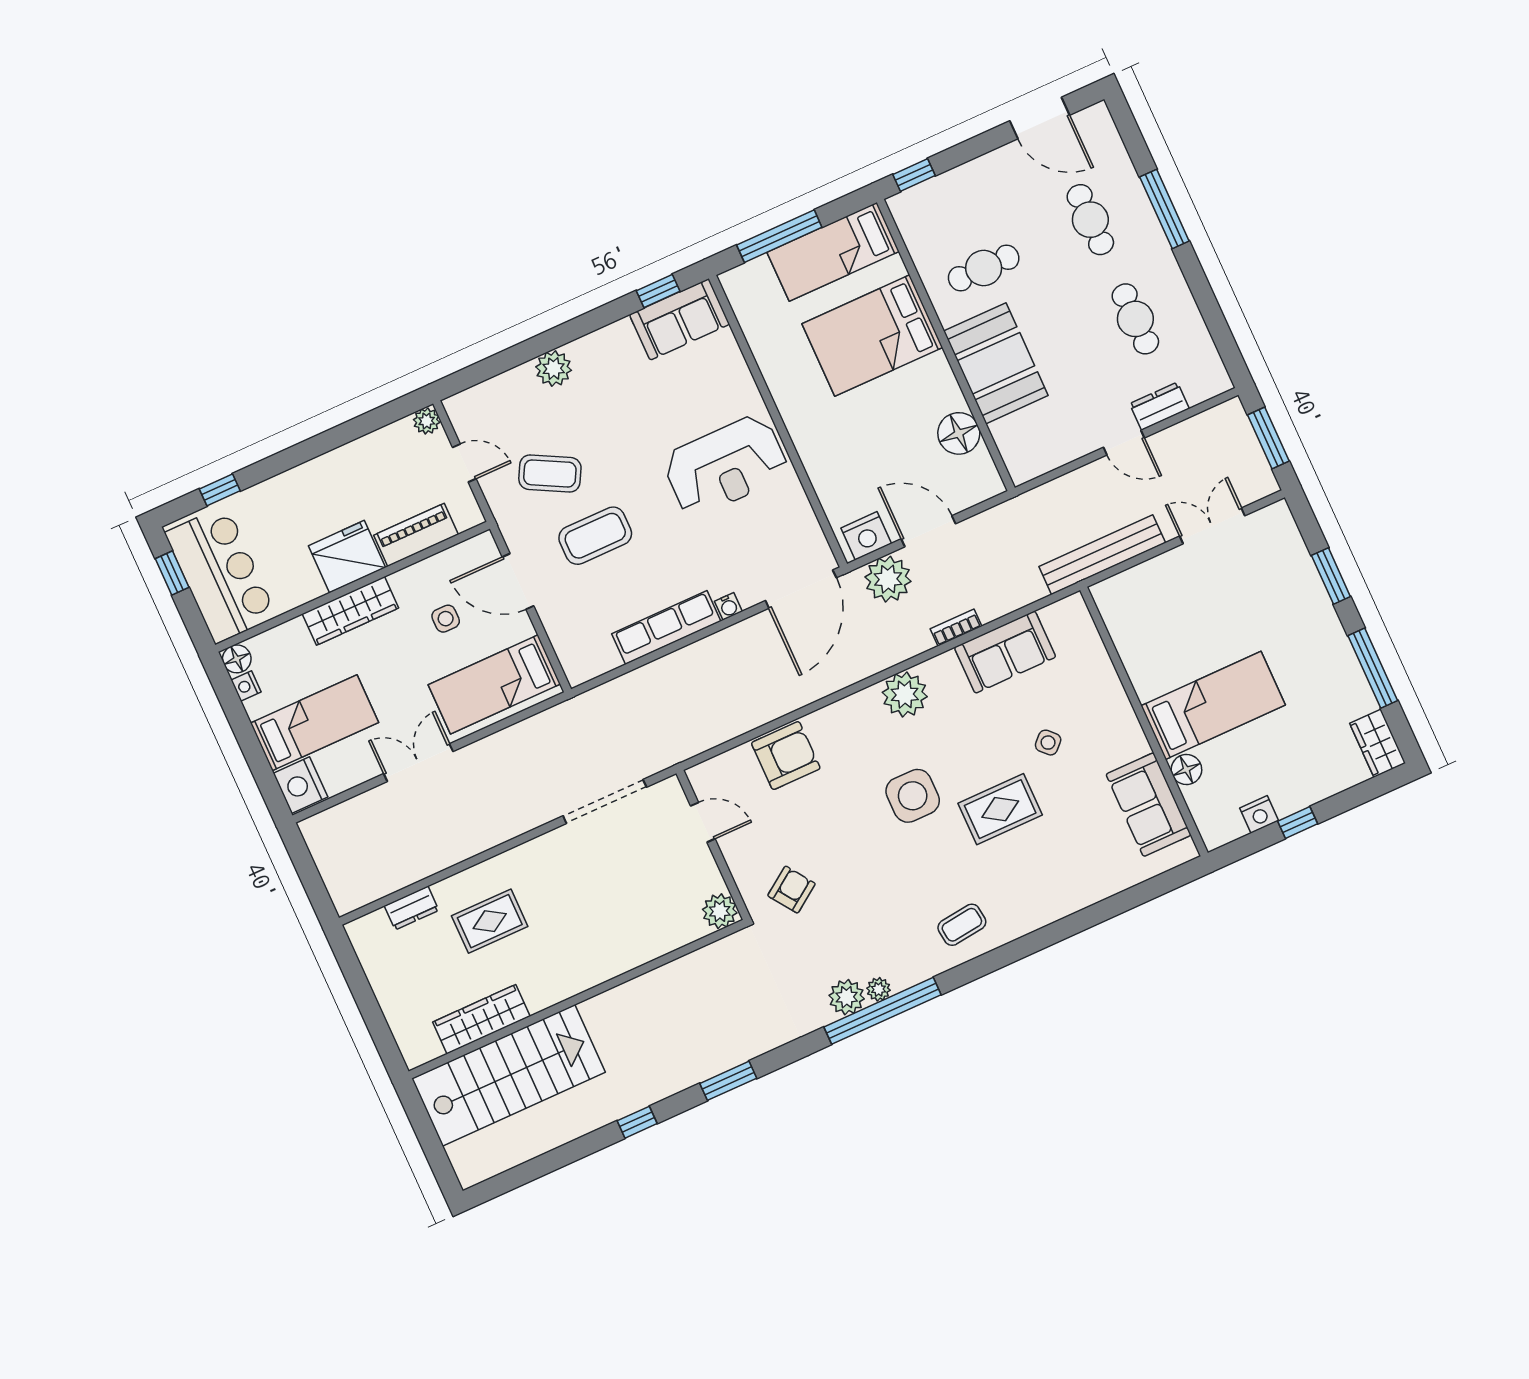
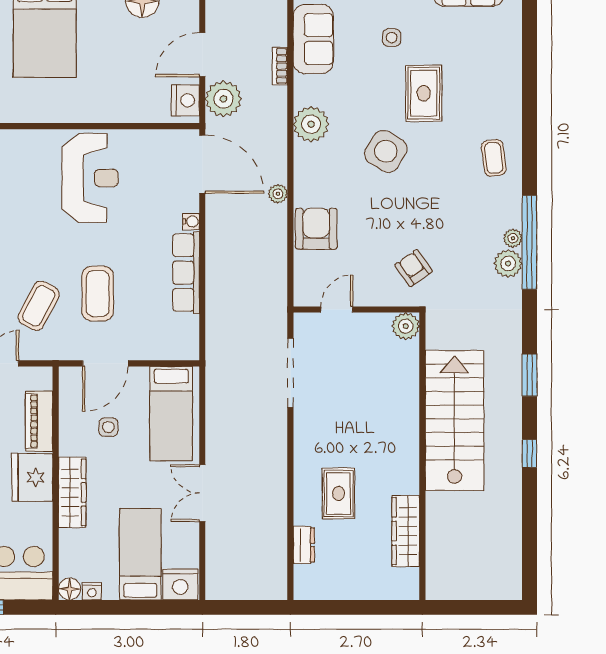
plant: (806, 693) -> (278, 194), added
side table: (1048, 743) -> (392, 38), turned 45
side table: (913, 796) -> (386, 151), turned 31
stairs: (509, 1075) -> (455, 420), moved

